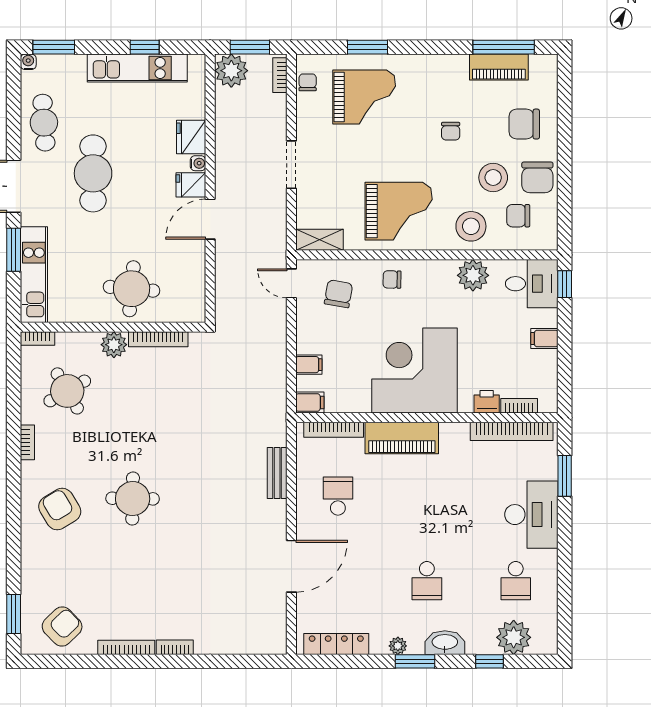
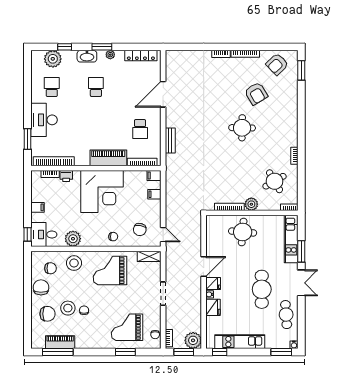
window: (145, 47) -> (220, 352), moved
stool: (493, 178) -> (68, 308), moved
armchair: (60, 509) -> (256, 94), moved

